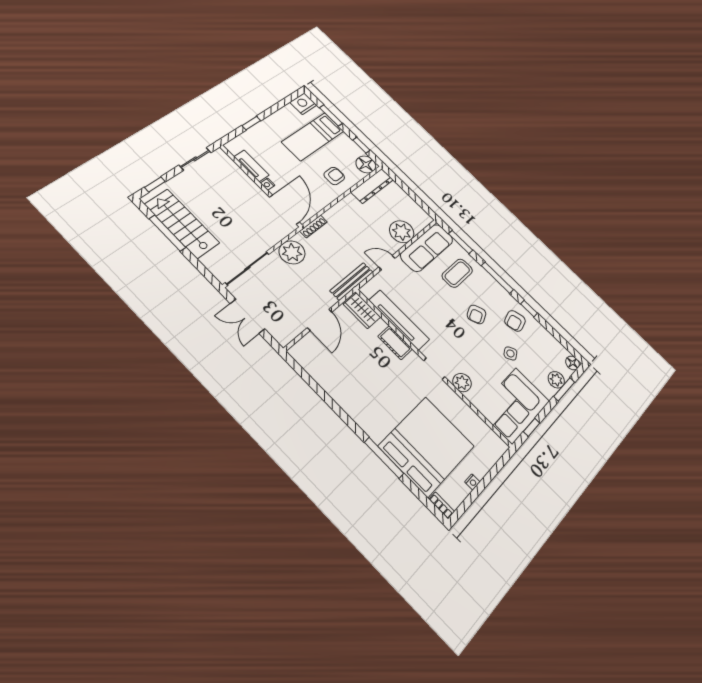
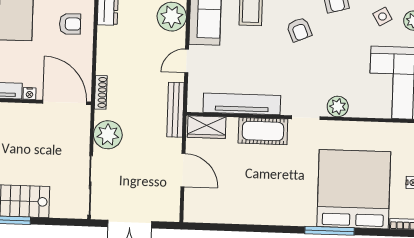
armchair: (334, 176) -> (70, 24), turned 89
cot: (395, 343) -> (263, 131), width x1.37, depth x1.34
side table: (510, 353) -> (382, 17), moved

